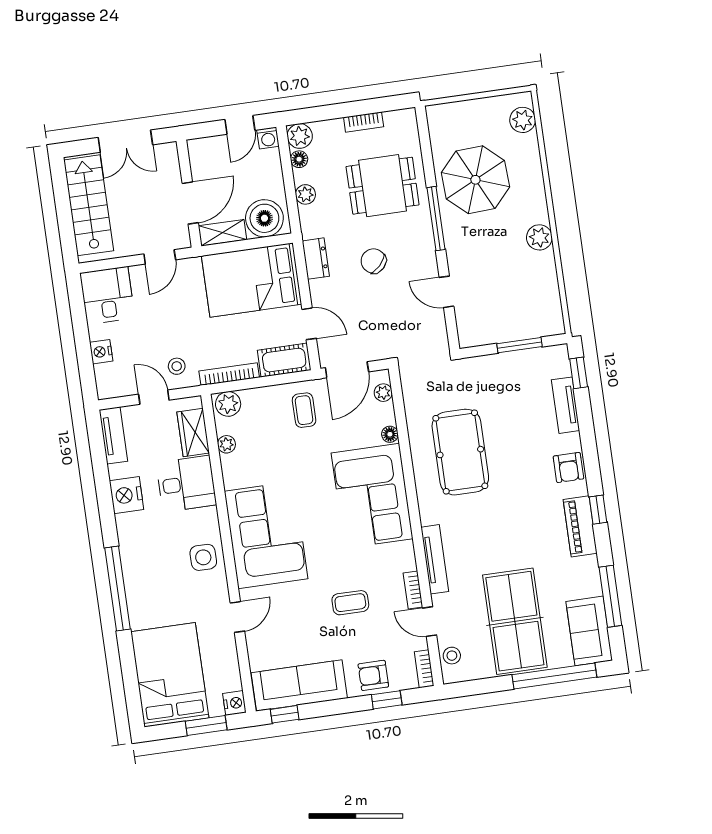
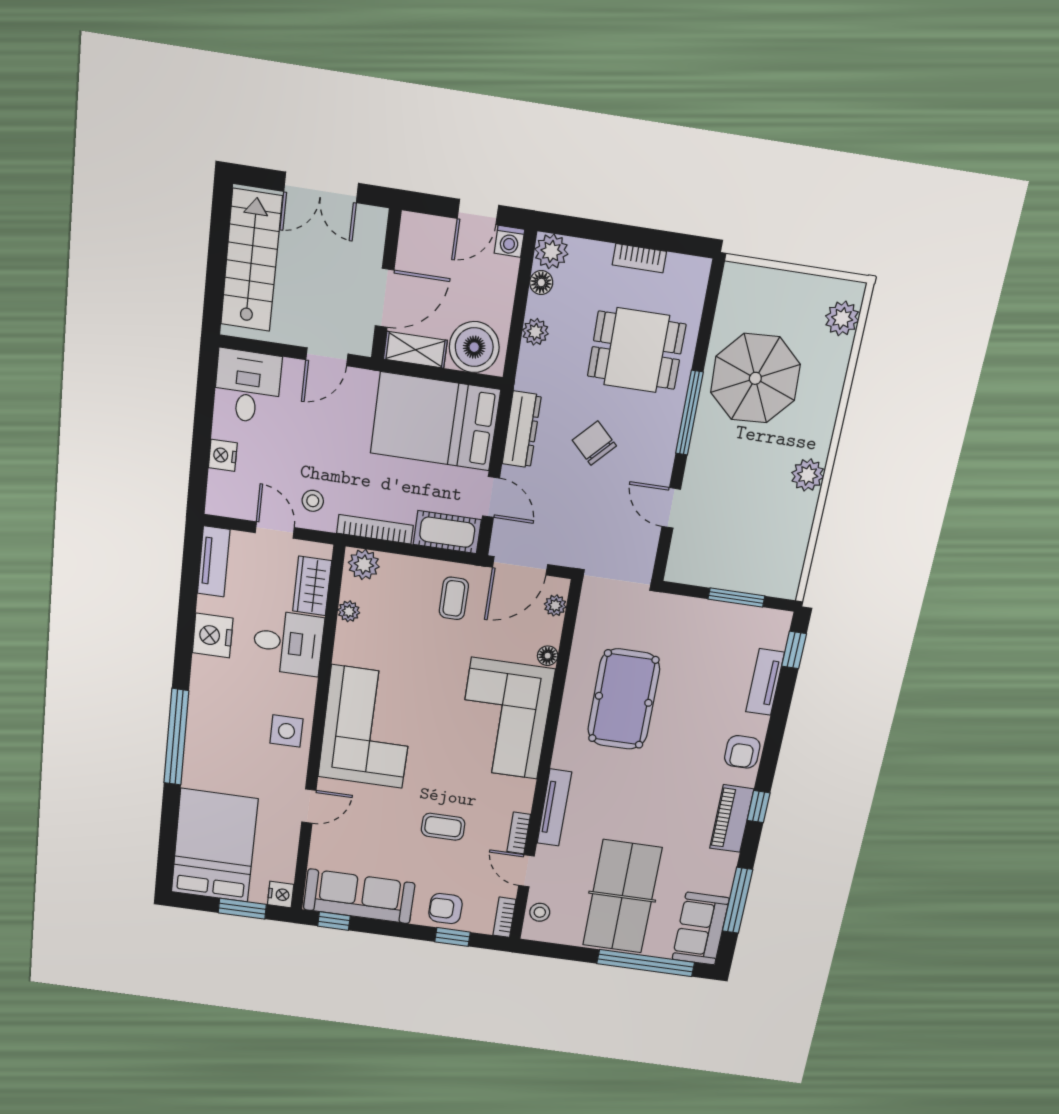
dresser: (316, 259) -> (522, 430), width x1.44

